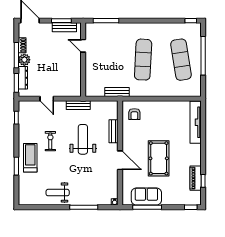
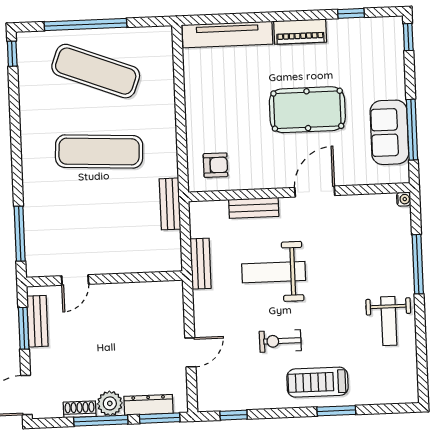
exercise mat: (181, 60) -> (96, 71), turned 30
bench: (78, 105) -> (201, 264), moved
piano: (196, 178) -> (300, 32), moved

